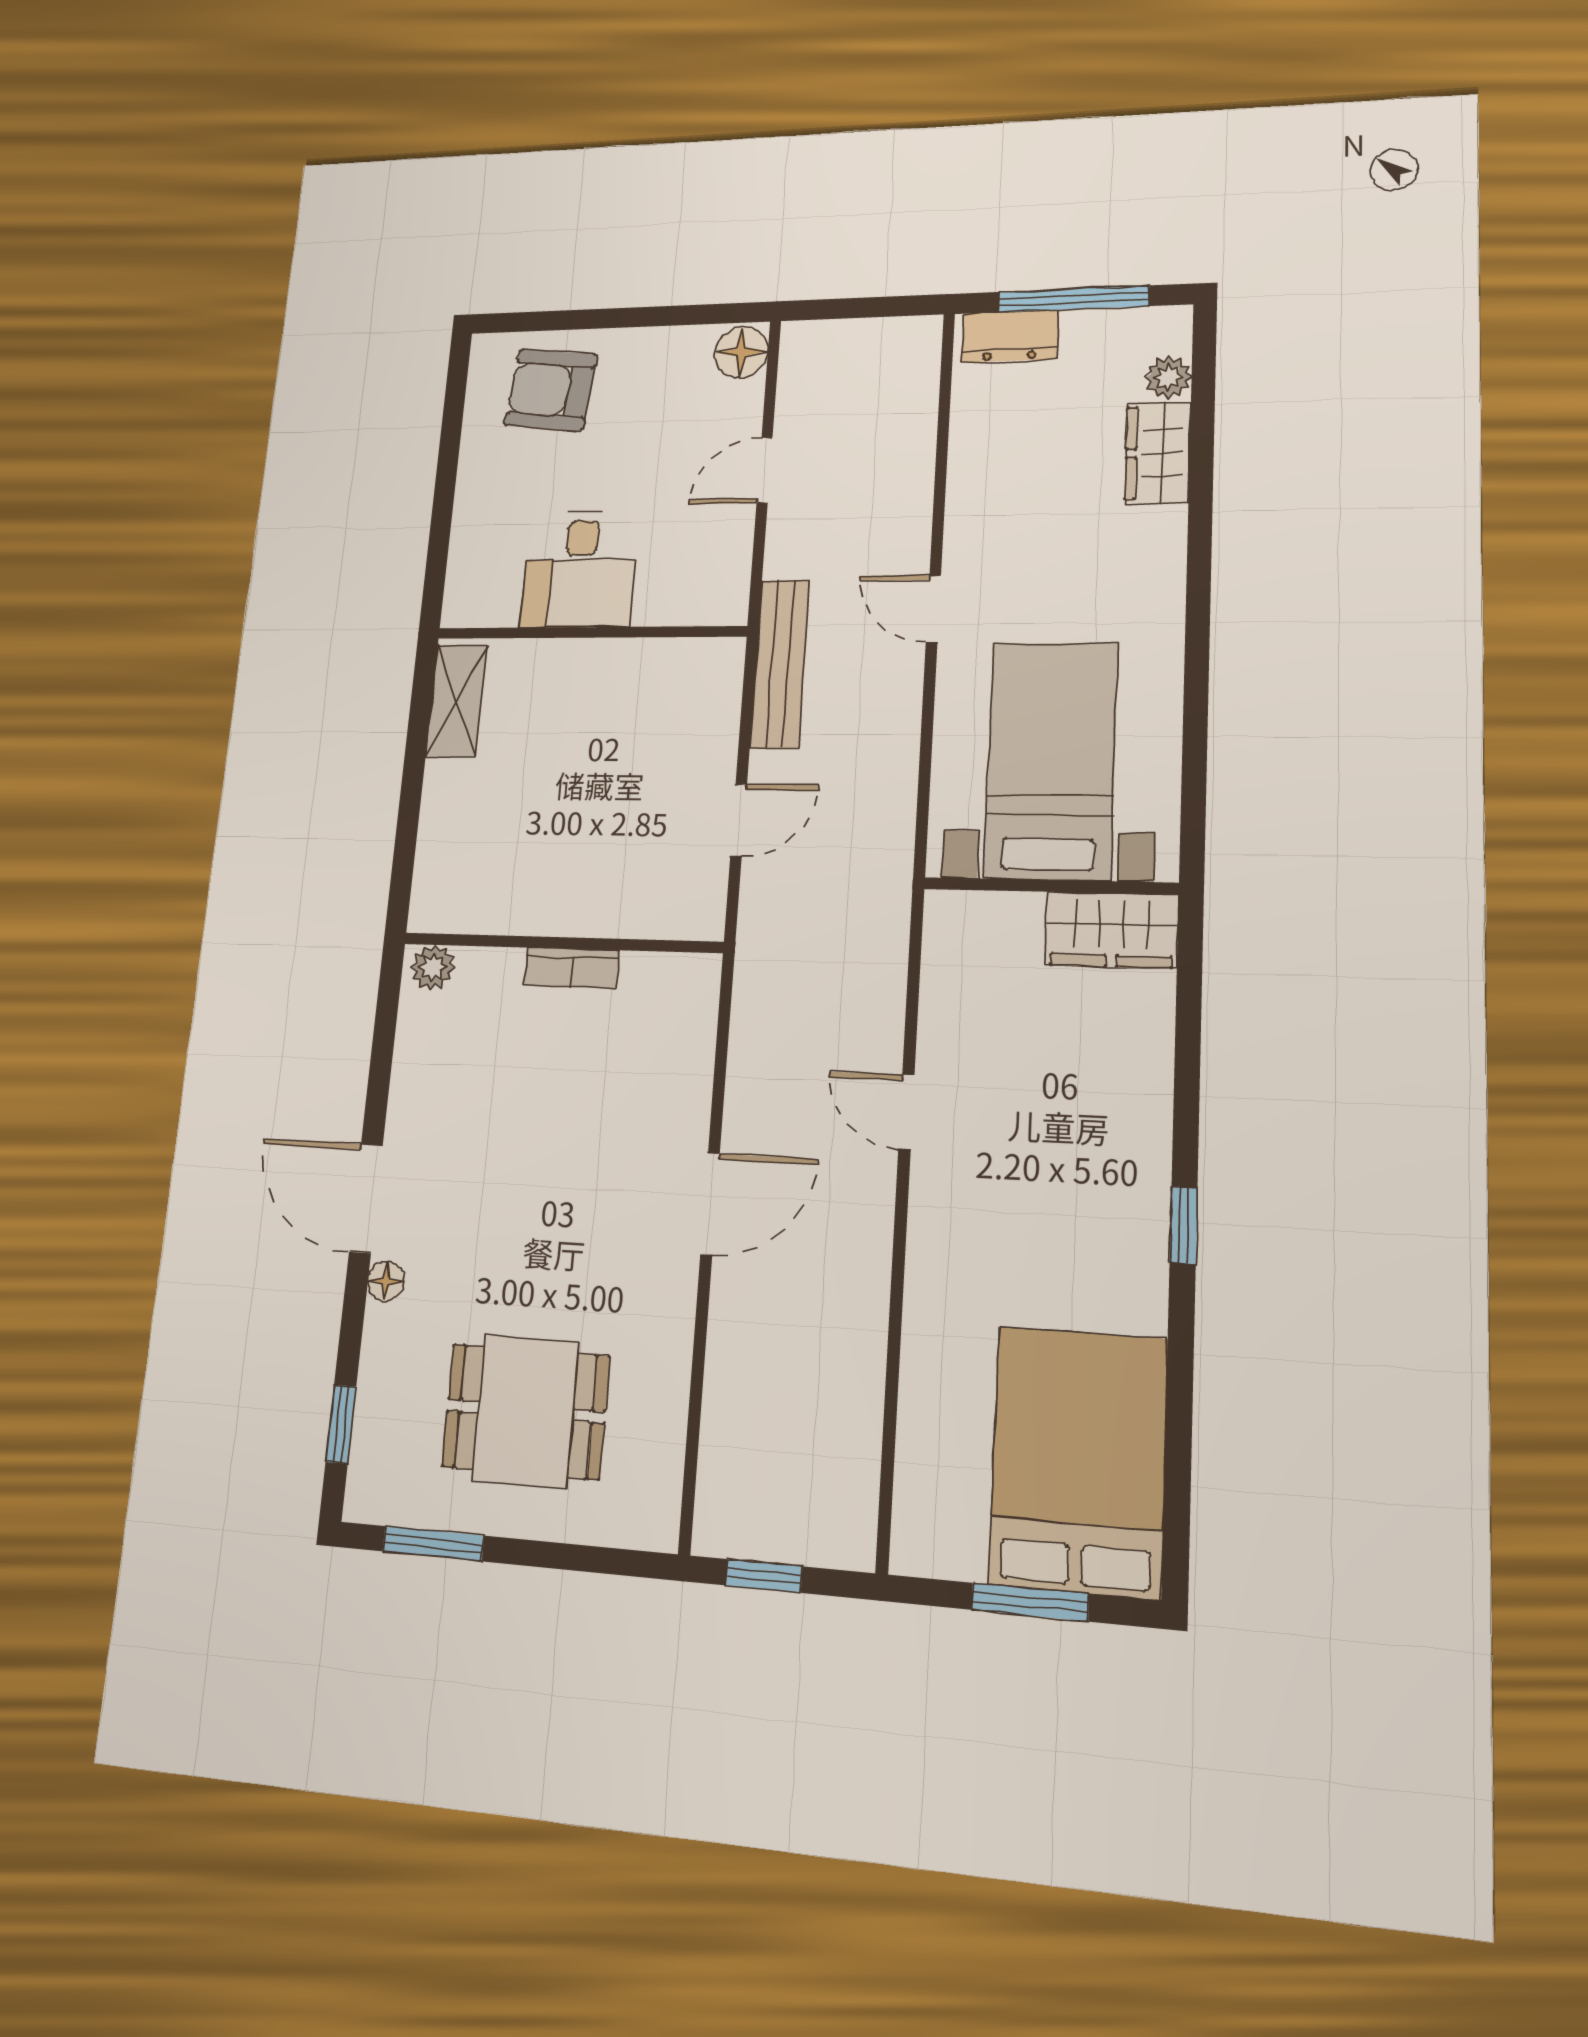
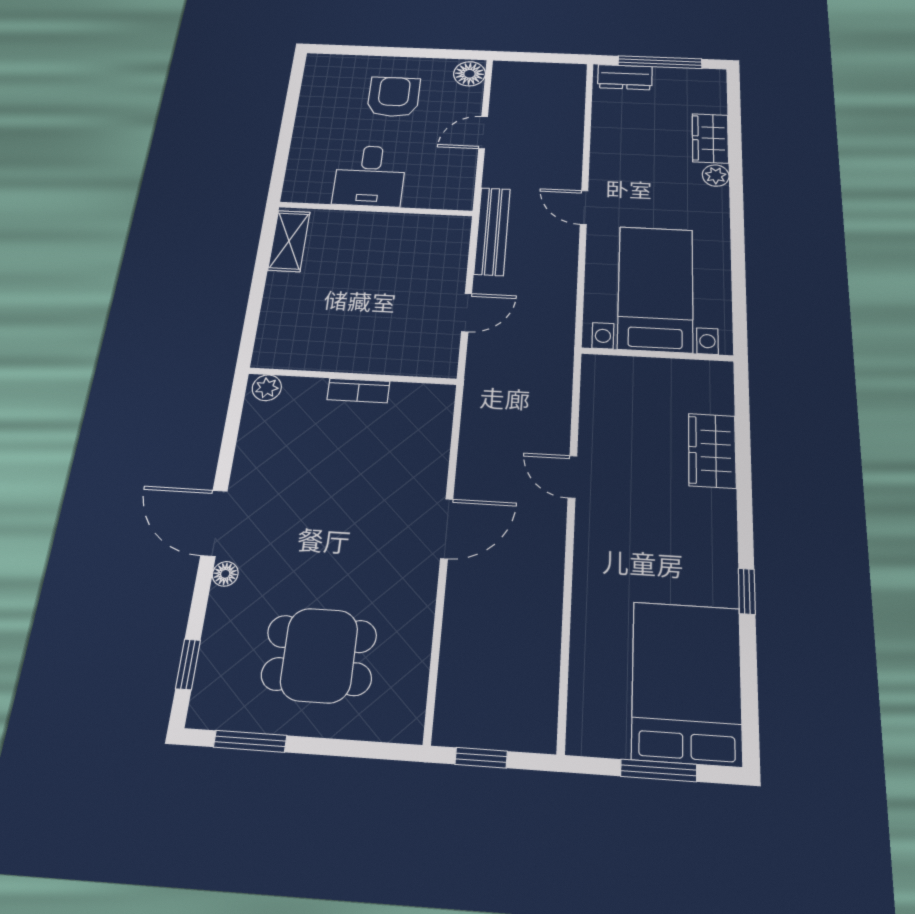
plant: (1168, 377) -> (716, 176), moved
armchair: (551, 390) -> (394, 97), moved, turned 84
wardrobe: (1112, 930) -> (712, 451), moved, turned 90
window: (1183, 1225) -> (747, 591), moved

